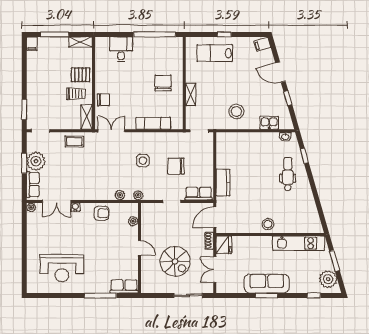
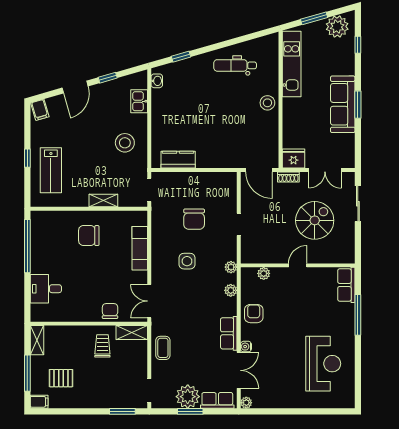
pallet: (80, 75) -> (61, 378), moved, turned 90
dental chair: (288, 174) -> (235, 65), moved
kitchen counter: (223, 183) -> (178, 160), moved
row of seats: (199, 194) -> (229, 333), moved

